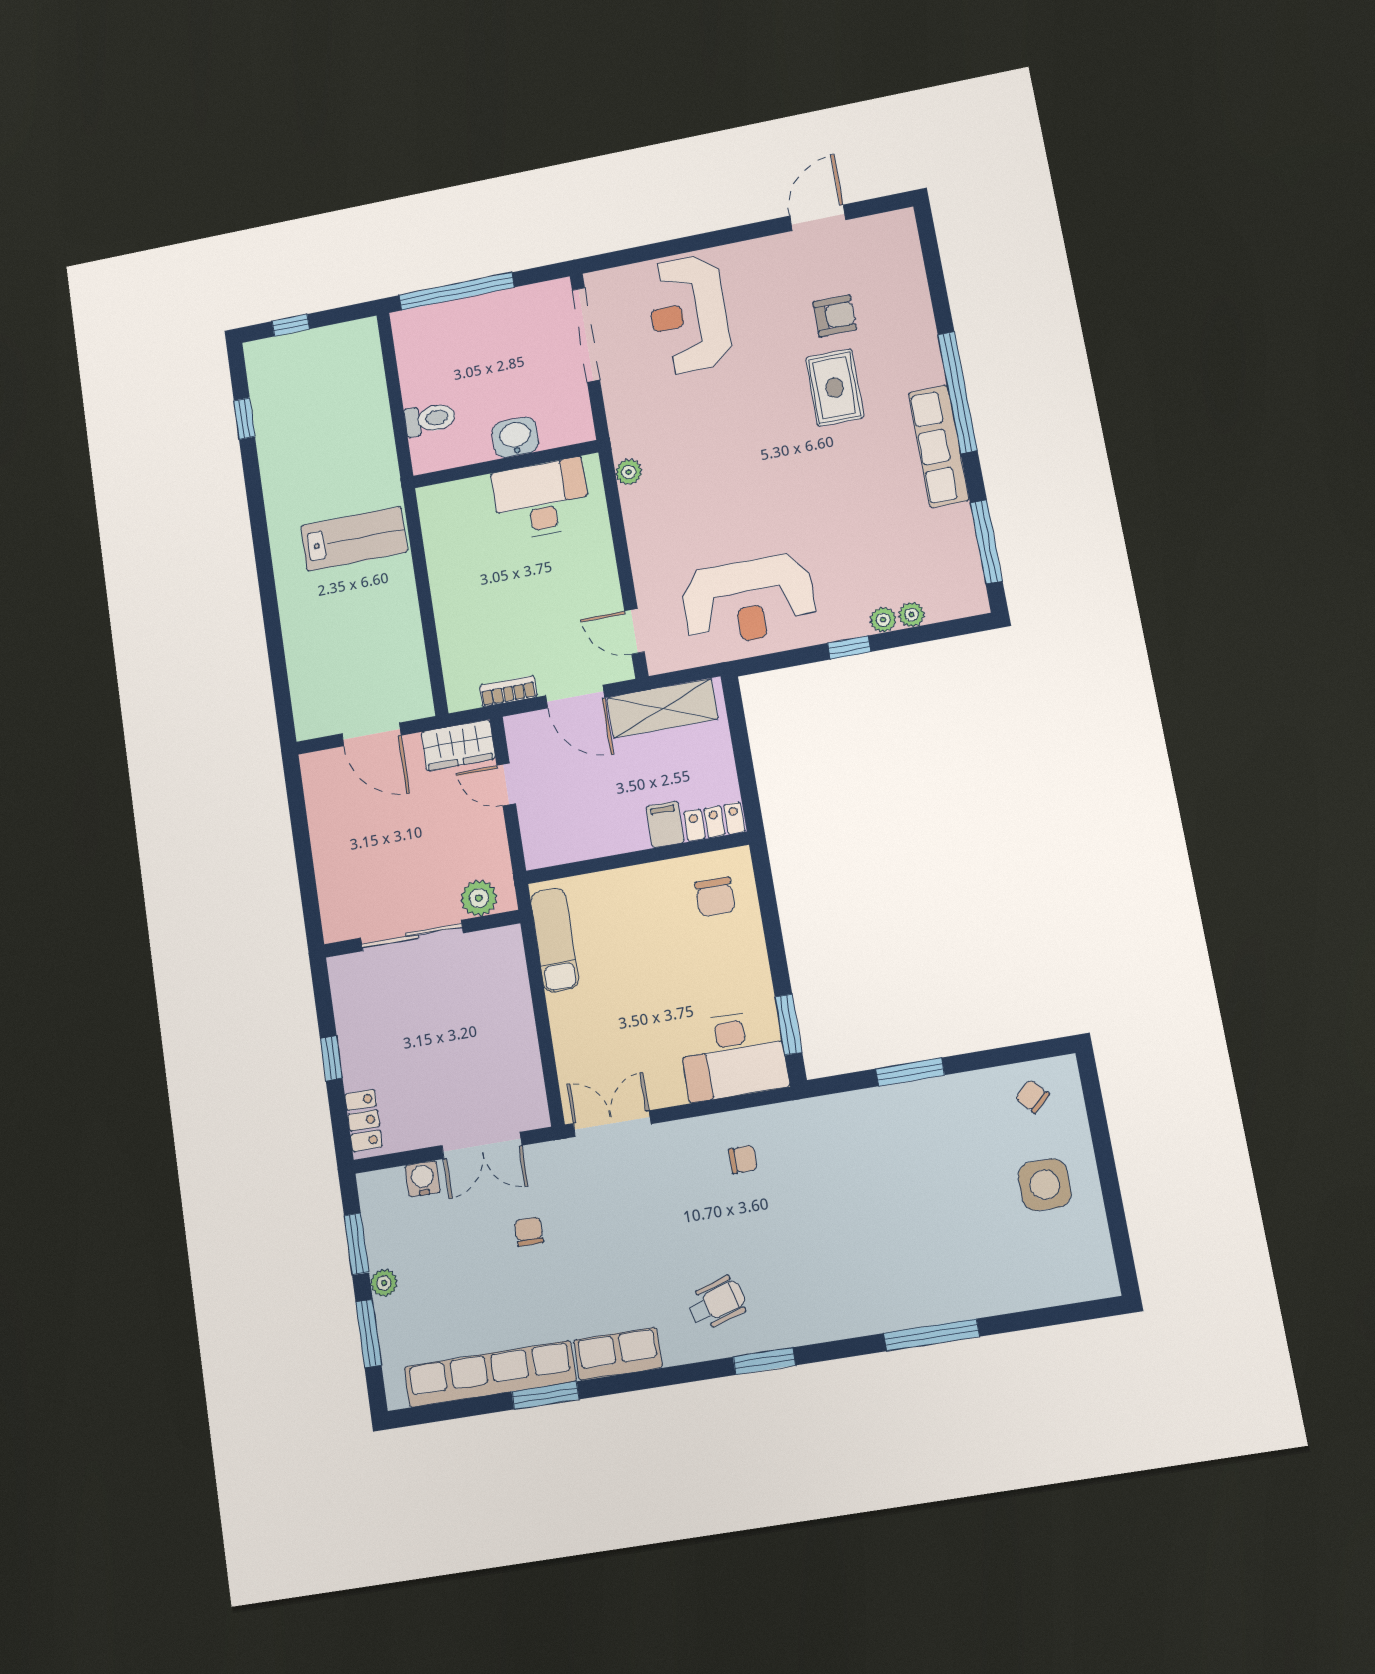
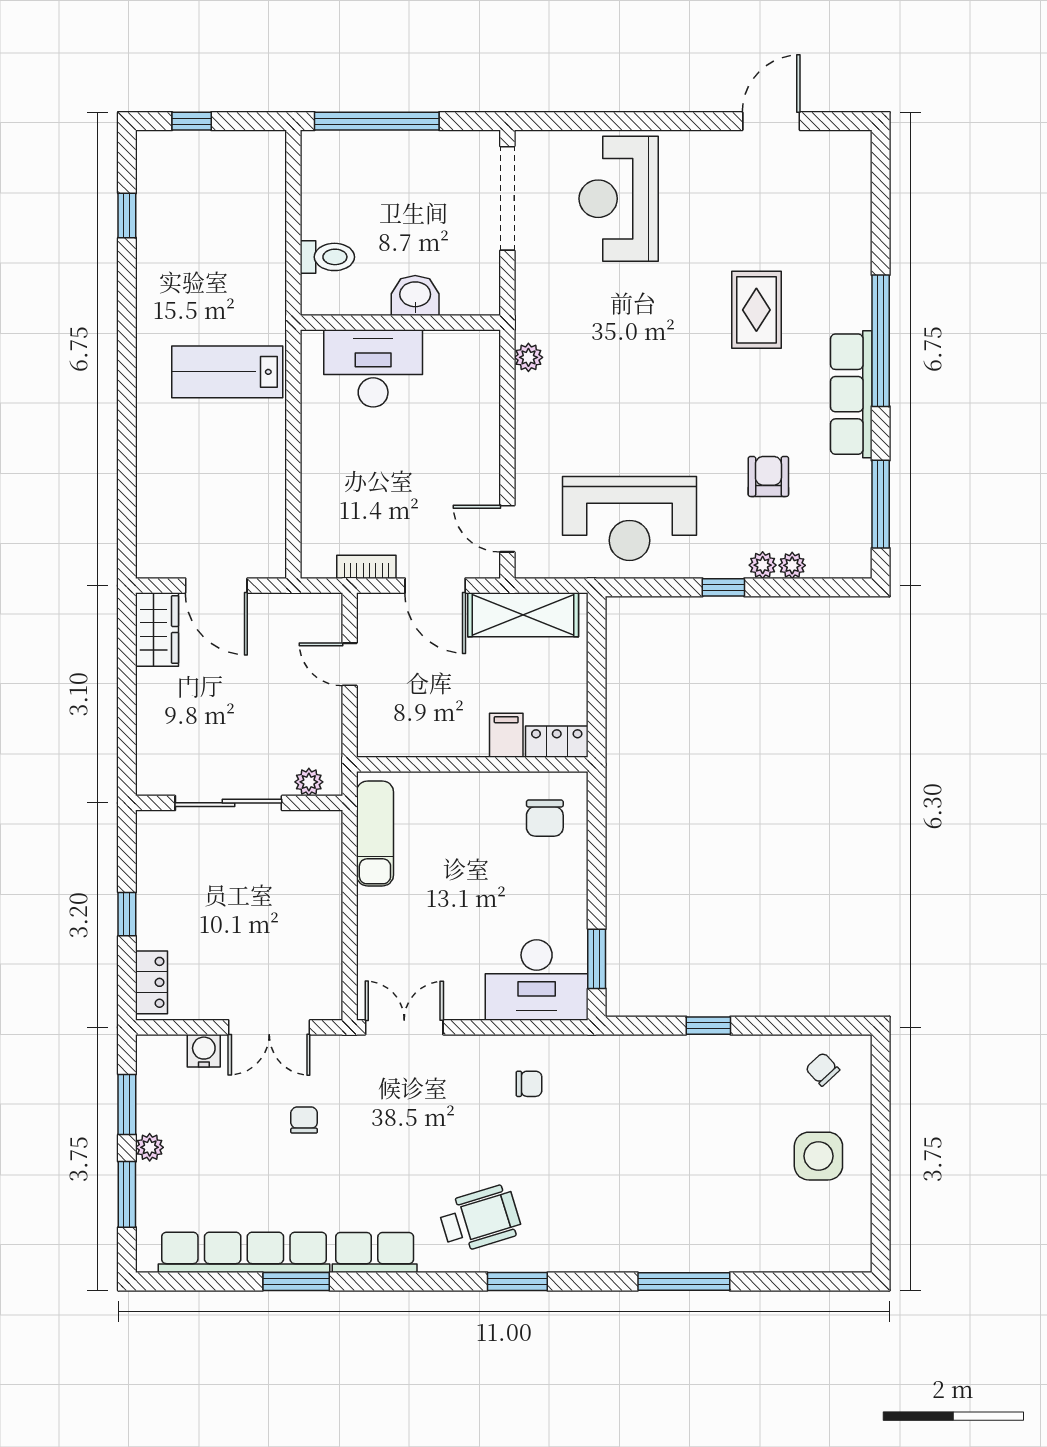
armchair: (835, 316) -> (768, 476), moved, turned -90
desk: (541, 499) -> (373, 368), moved
lab bench: (354, 539) -> (227, 372), turned 180
wardrobe: (458, 745) -> (157, 629), moved, turned -90
plant: (479, 898) -> (309, 782), width x0.73, depth x0.73
window: (910, 1072) -> (708, 1026), width x0.67
wheelchair: (717, 1303) -> (480, 1219), width x1.36, depth x1.37

